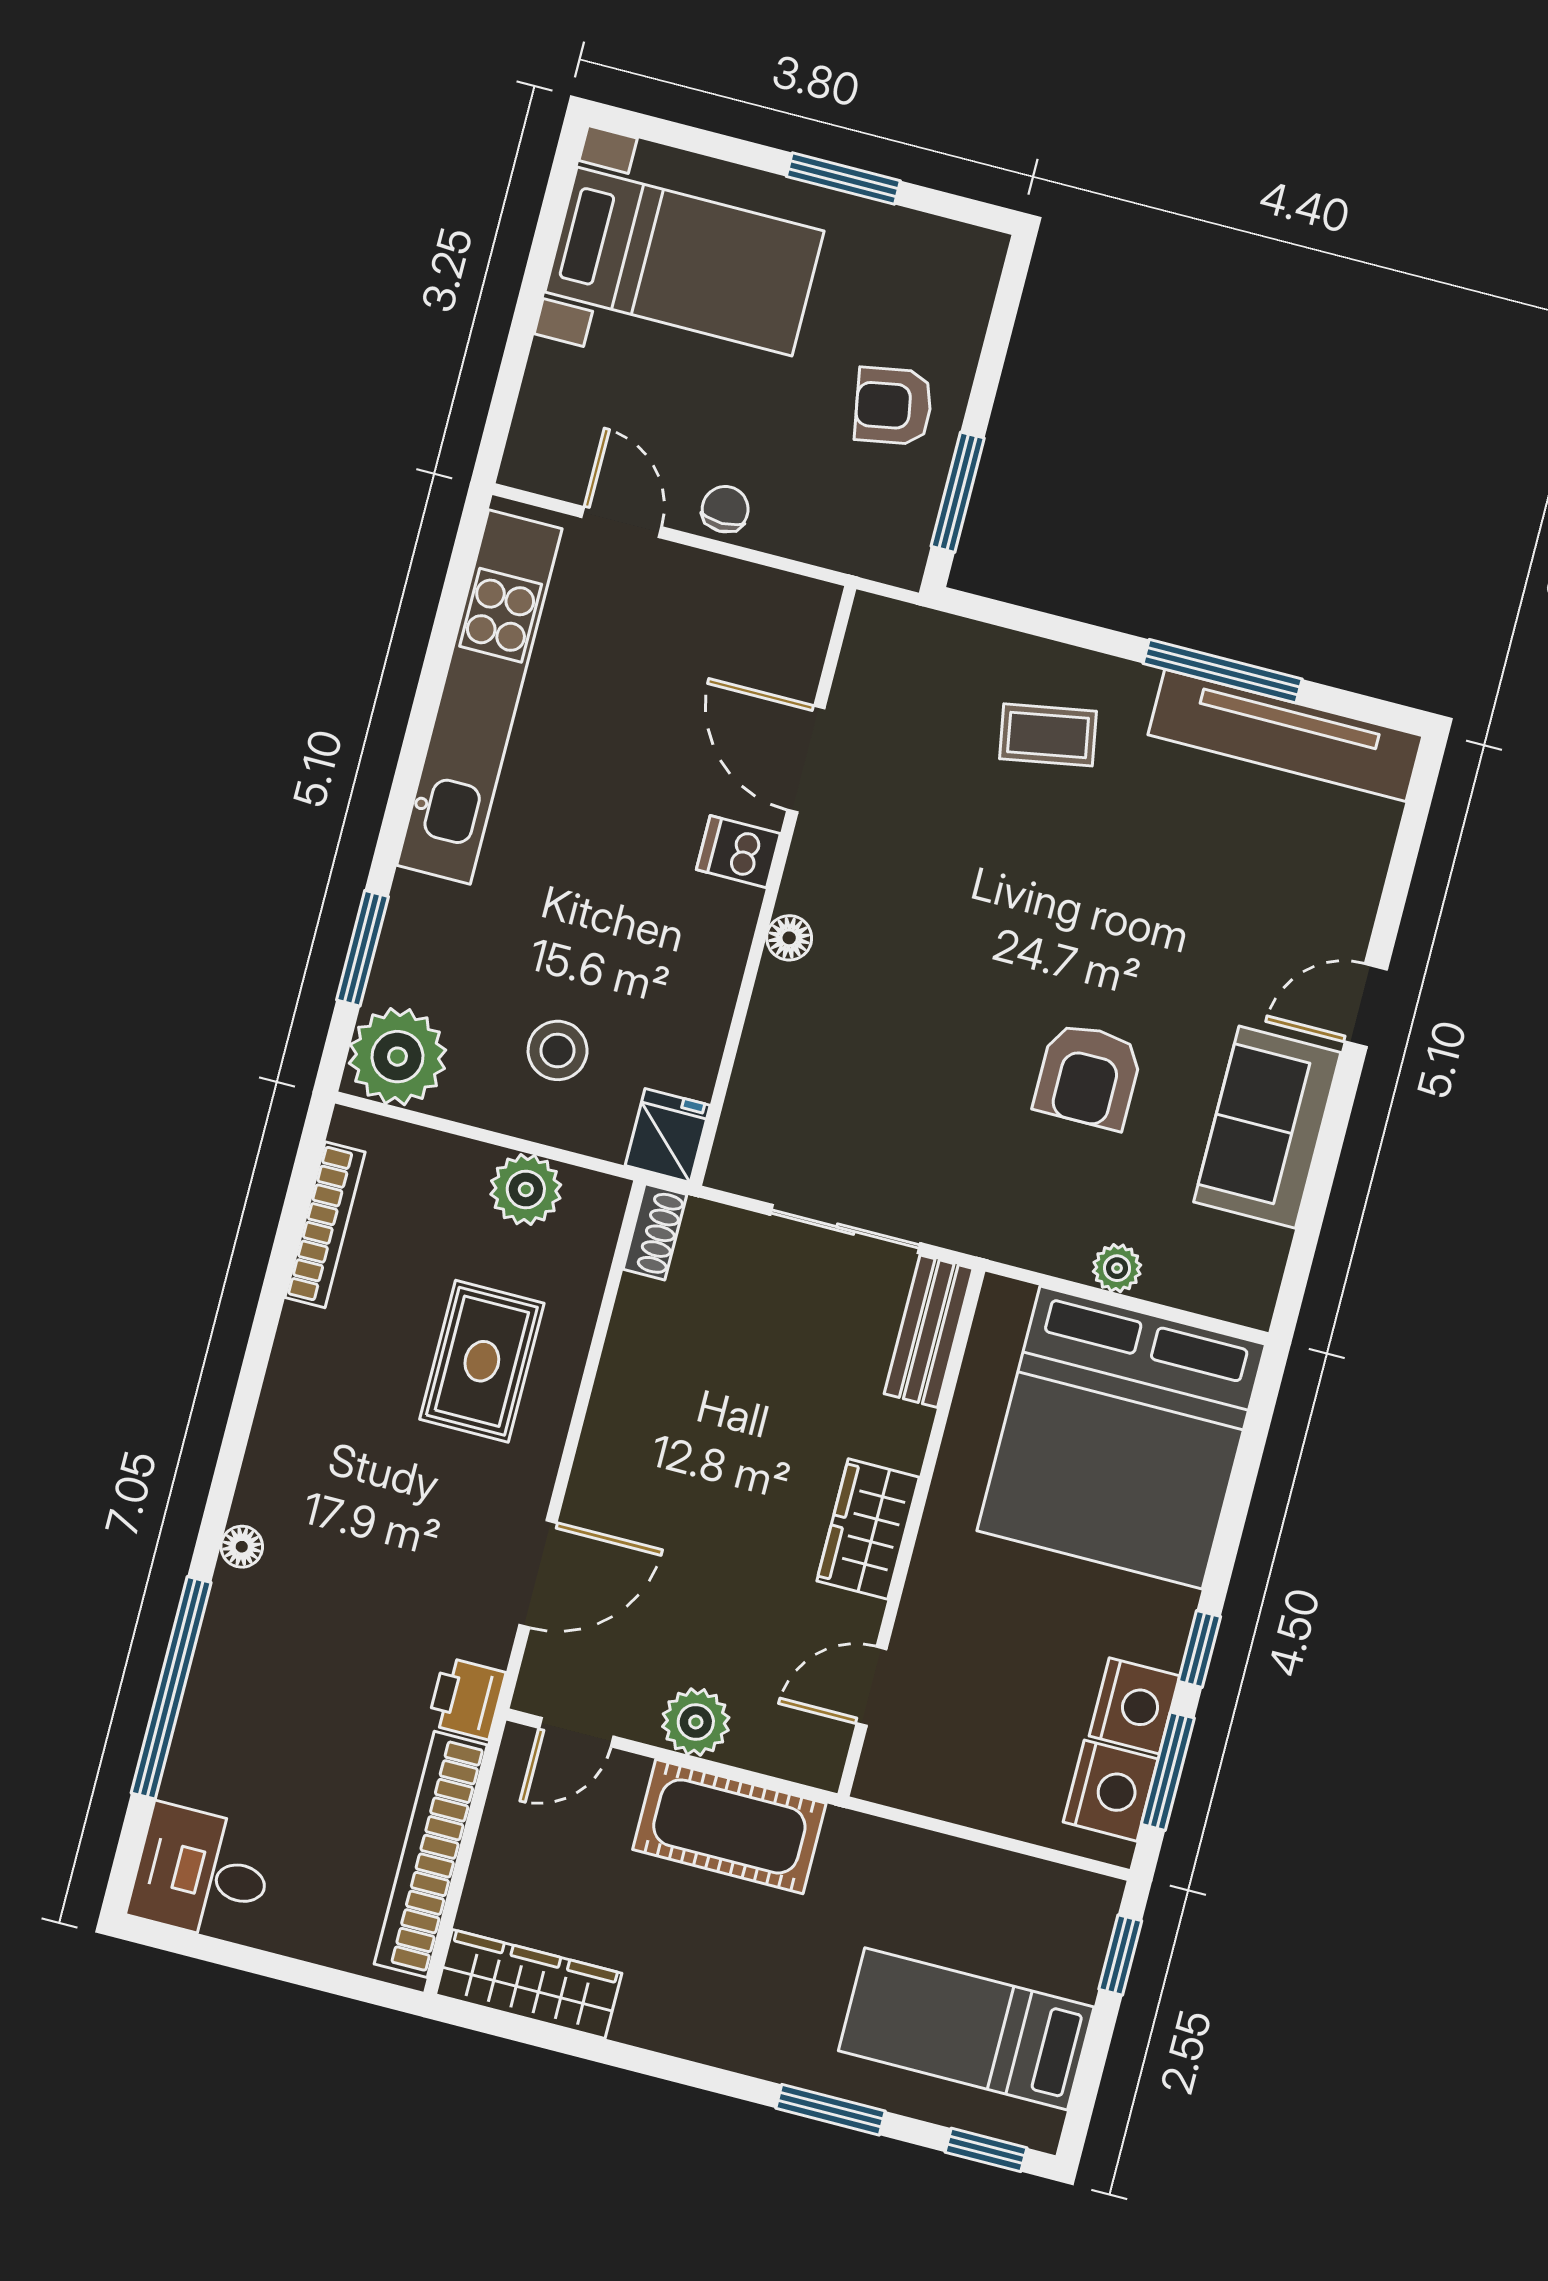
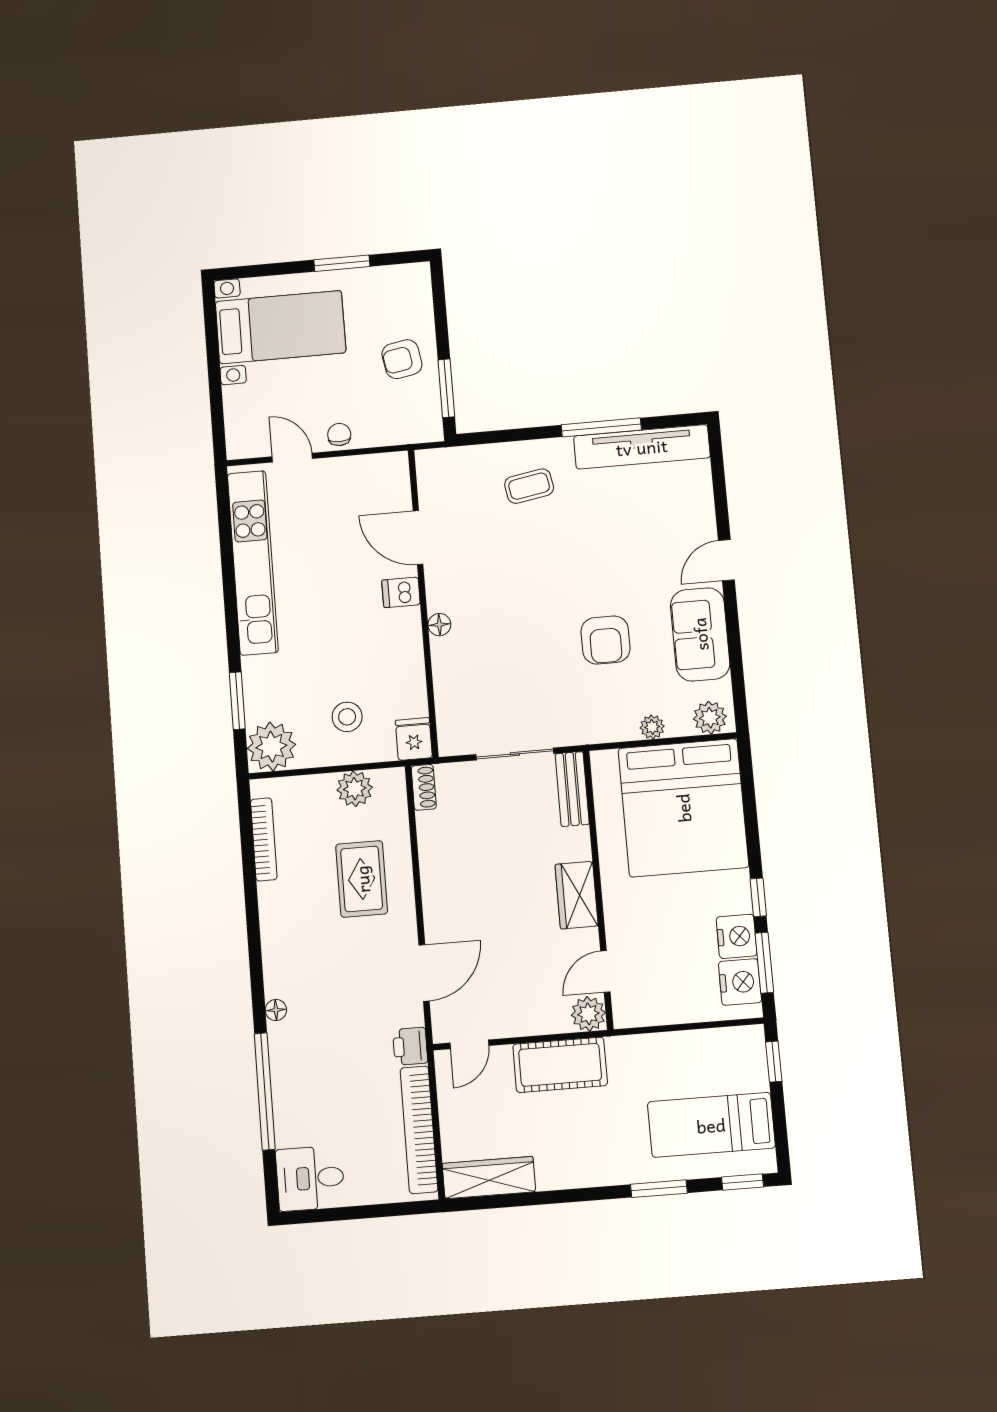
plant: (1230, 1288) -> (710, 718), added
plant: (696, 1722) -> (588, 1014), moved

